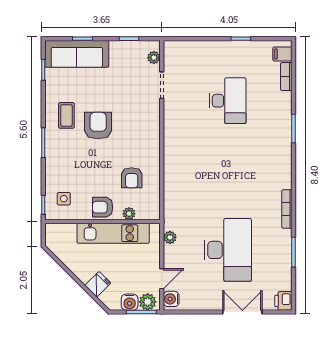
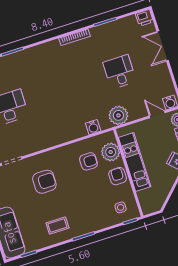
armchair: (98, 126) -> (44, 182), moved, turned 180
water cooler: (171, 197) -> (93, 127), added
armchair: (103, 207) -> (118, 176), turned 180
plant: (129, 214) -> (111, 152), width x1.87, depth x1.87
plant: (170, 237) -> (118, 115), width x1.88, depth x1.88
desk: (228, 250) -> (120, 72), width x0.53, depth x0.77

